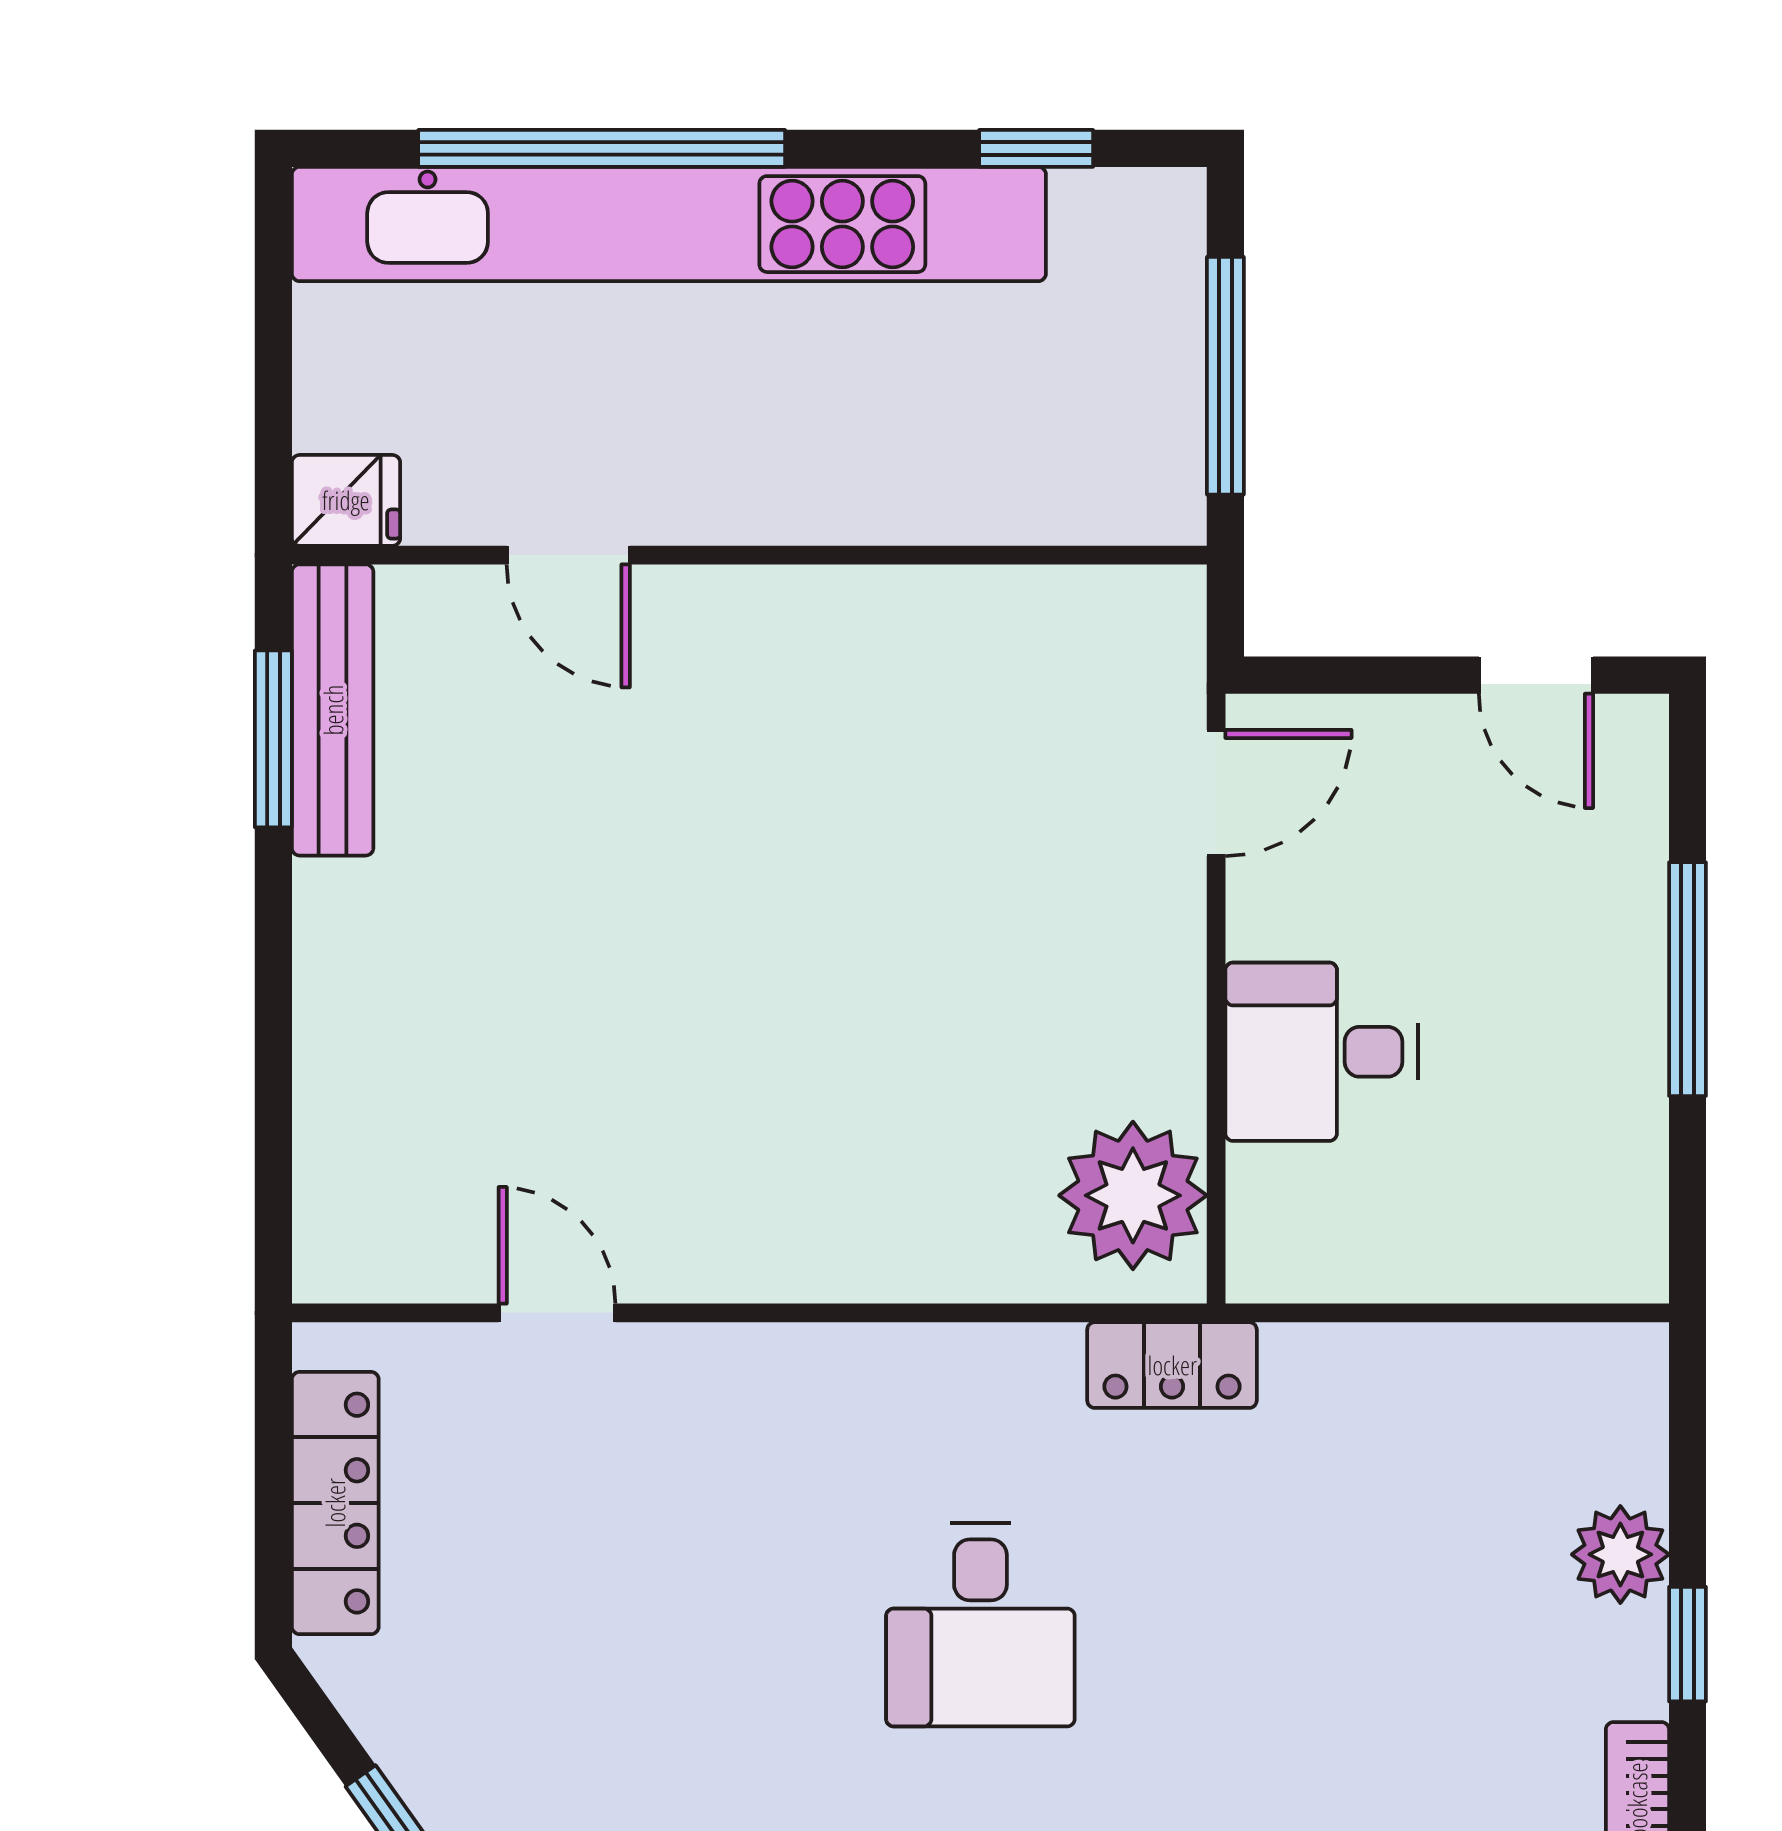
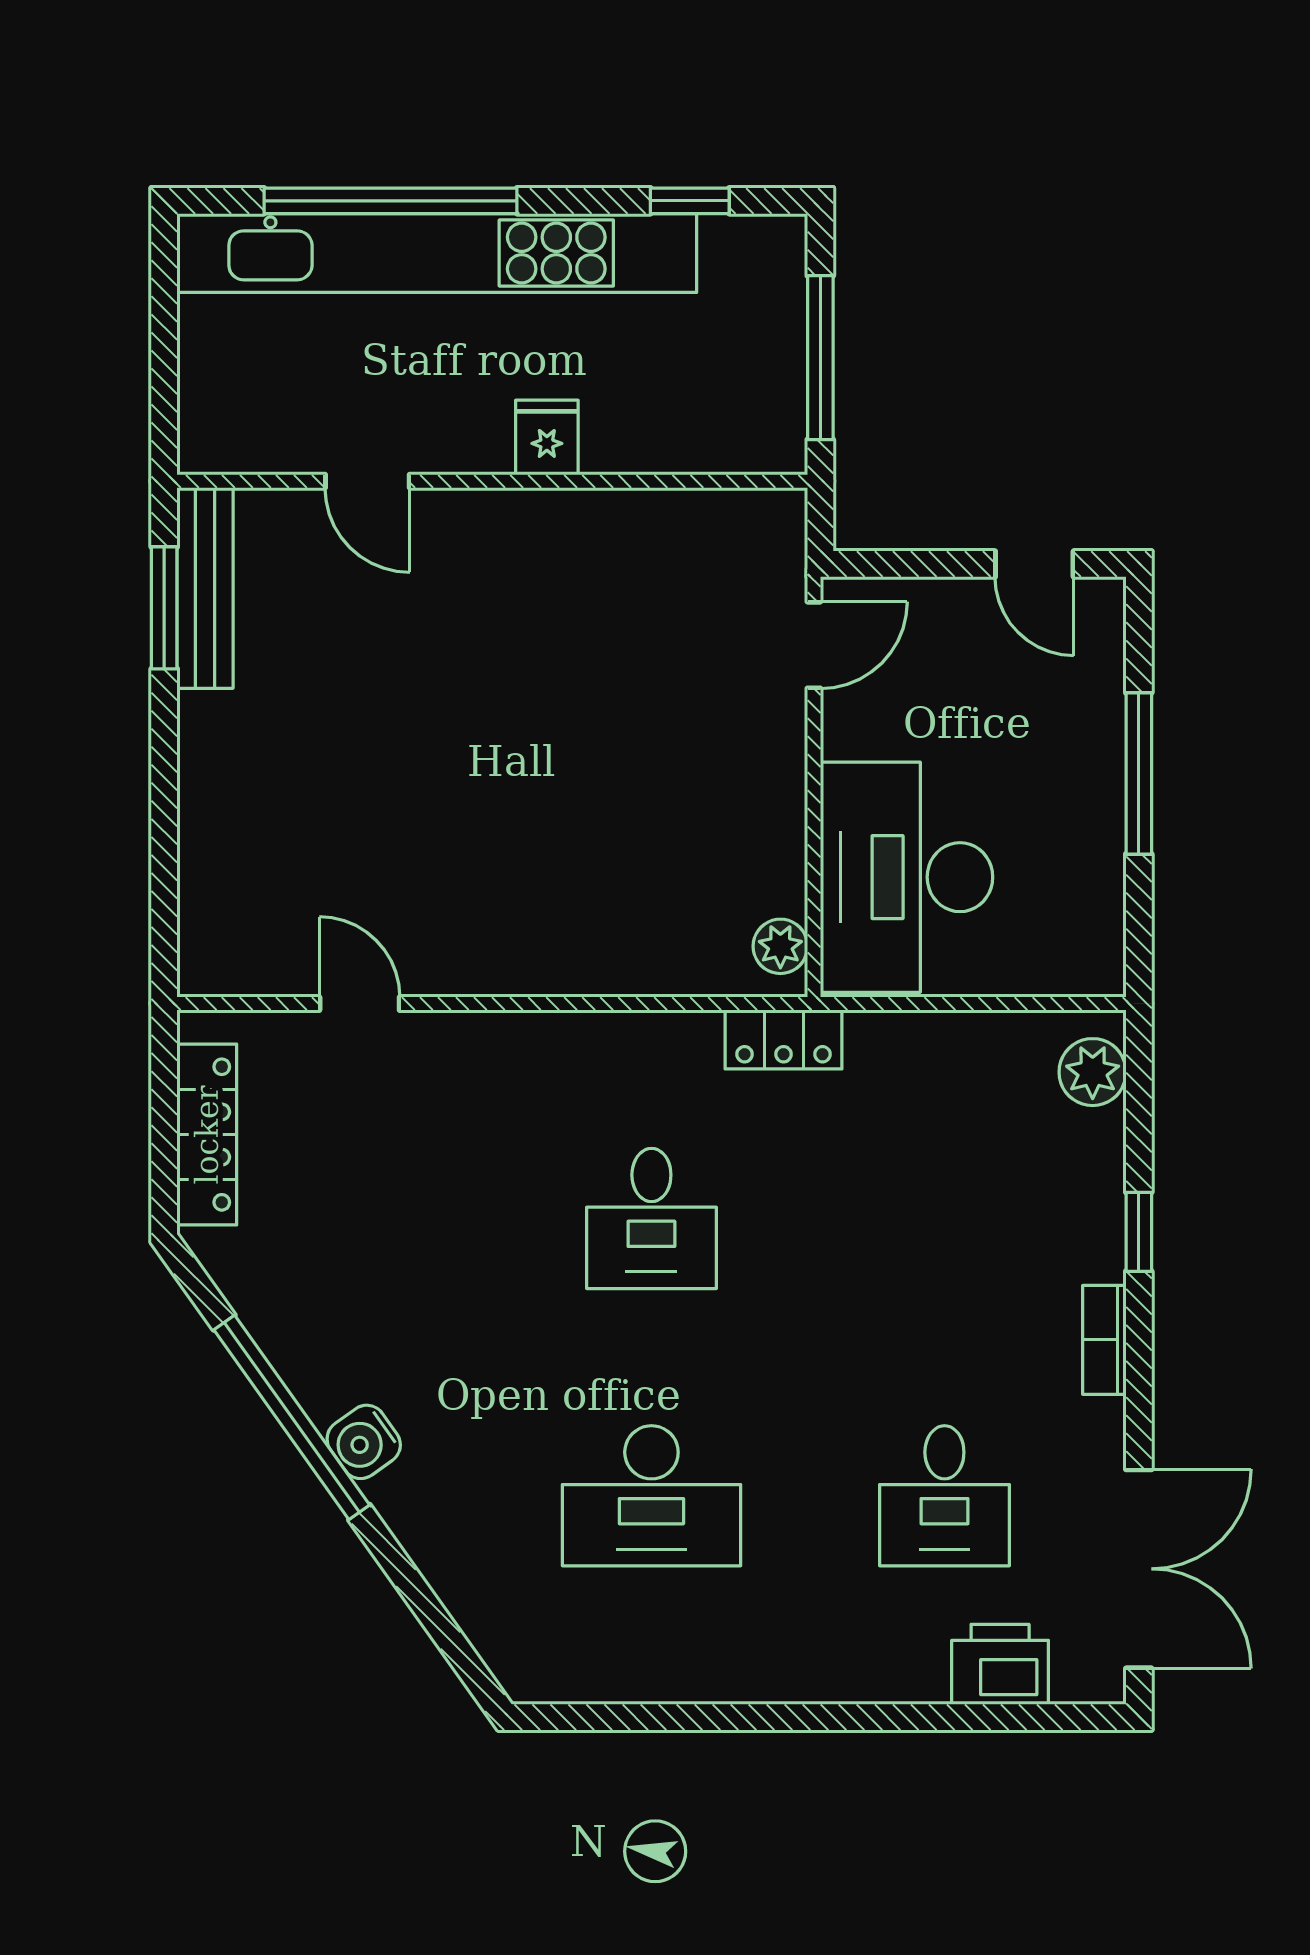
fridge: (346, 500) -> (547, 437), moved, turned -90
desk: (1322, 1052) -> (906, 877), width x1.87, depth x1.30
plant: (1133, 1195) -> (780, 946), width x0.53, depth x0.53
plant: (1620, 1554) -> (1093, 1072), moved

